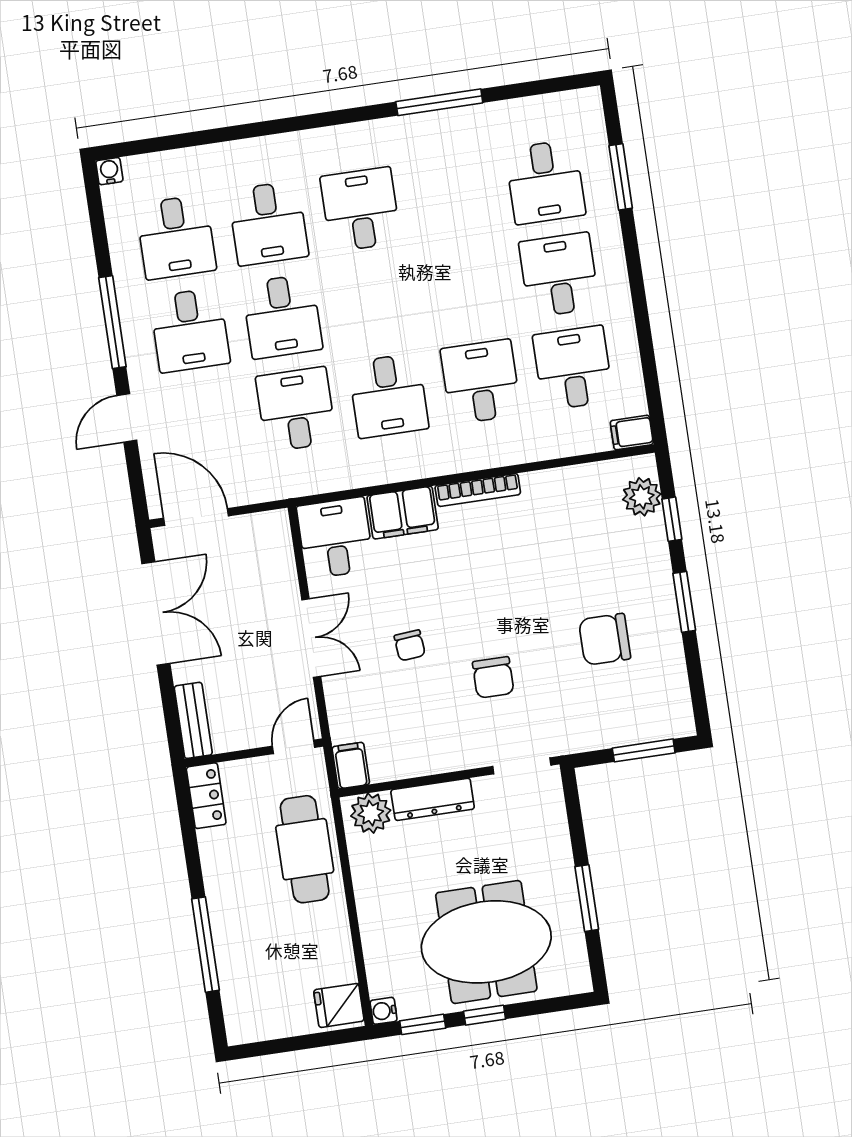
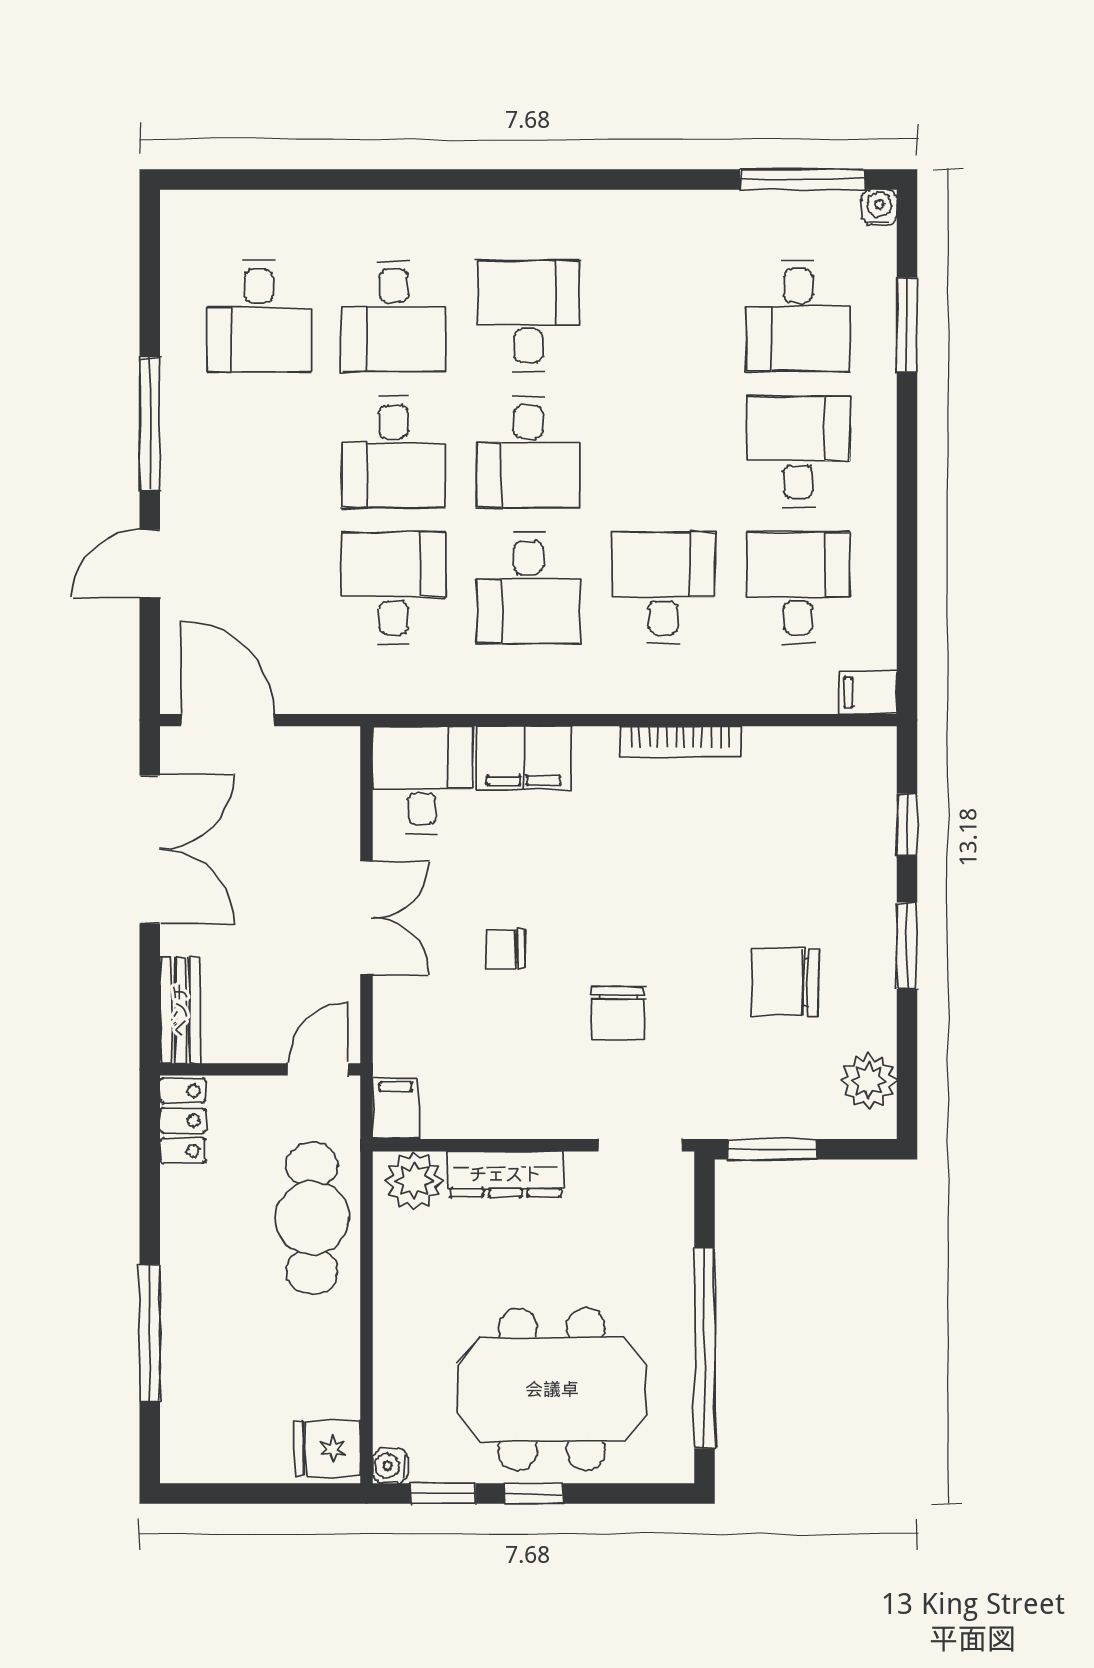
window: (439, 102) -> (802, 180), moved
water cooler: (109, 171) -> (879, 207), moved
desk: (190, 330) -> (528, 452), moved
bookcase: (478, 490) -> (680, 742), moved
plant: (642, 497) -> (869, 1081), moved
chair: (410, 645) -> (506, 949), turned 95
window: (644, 750) -> (773, 1149), moved
window: (587, 898) -> (705, 1348), width x2.11

